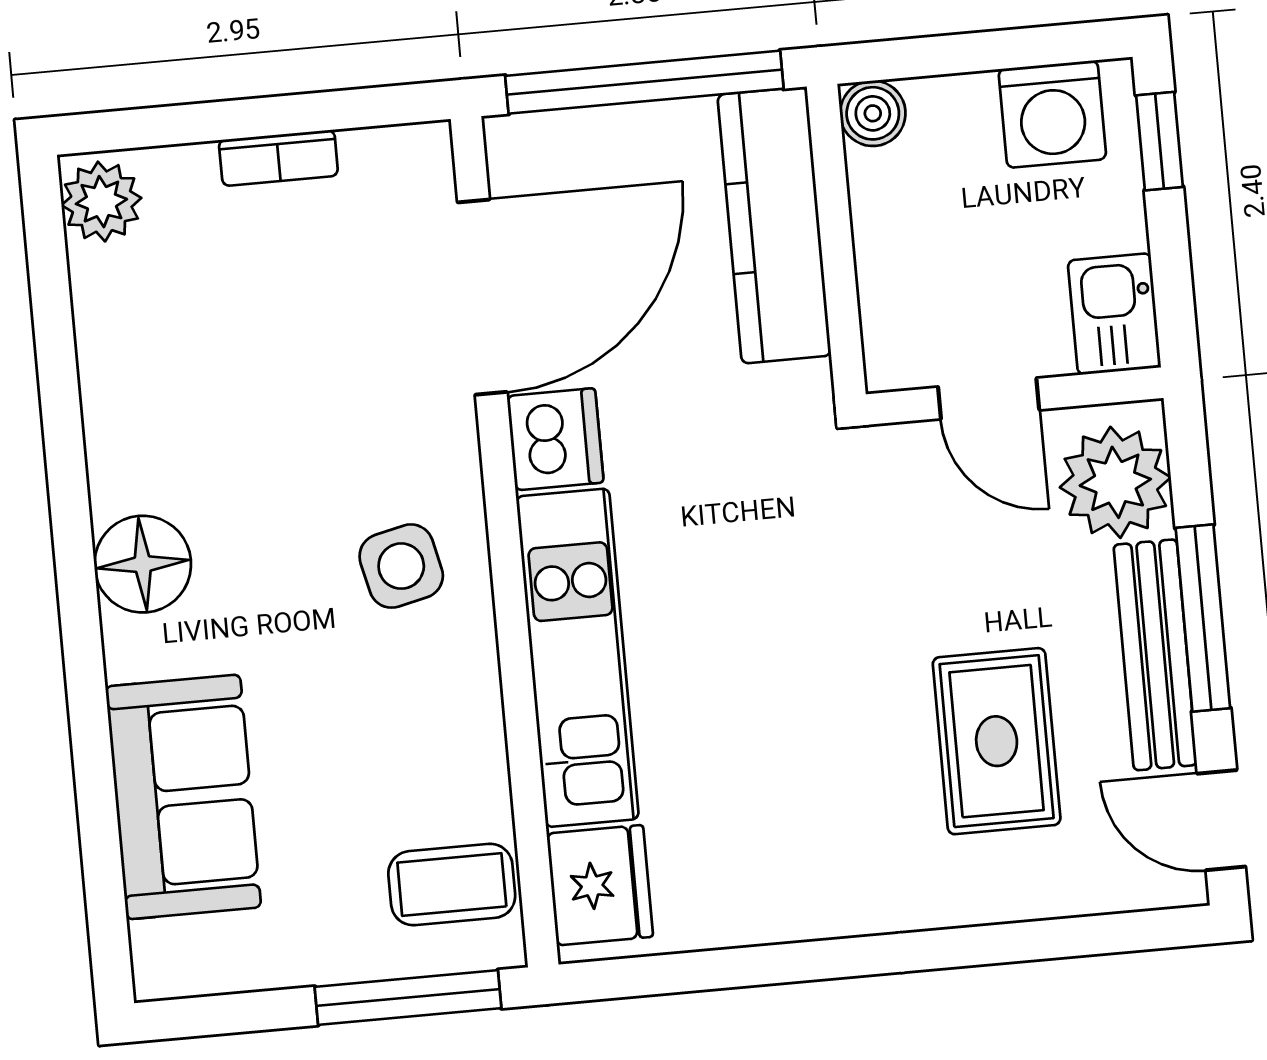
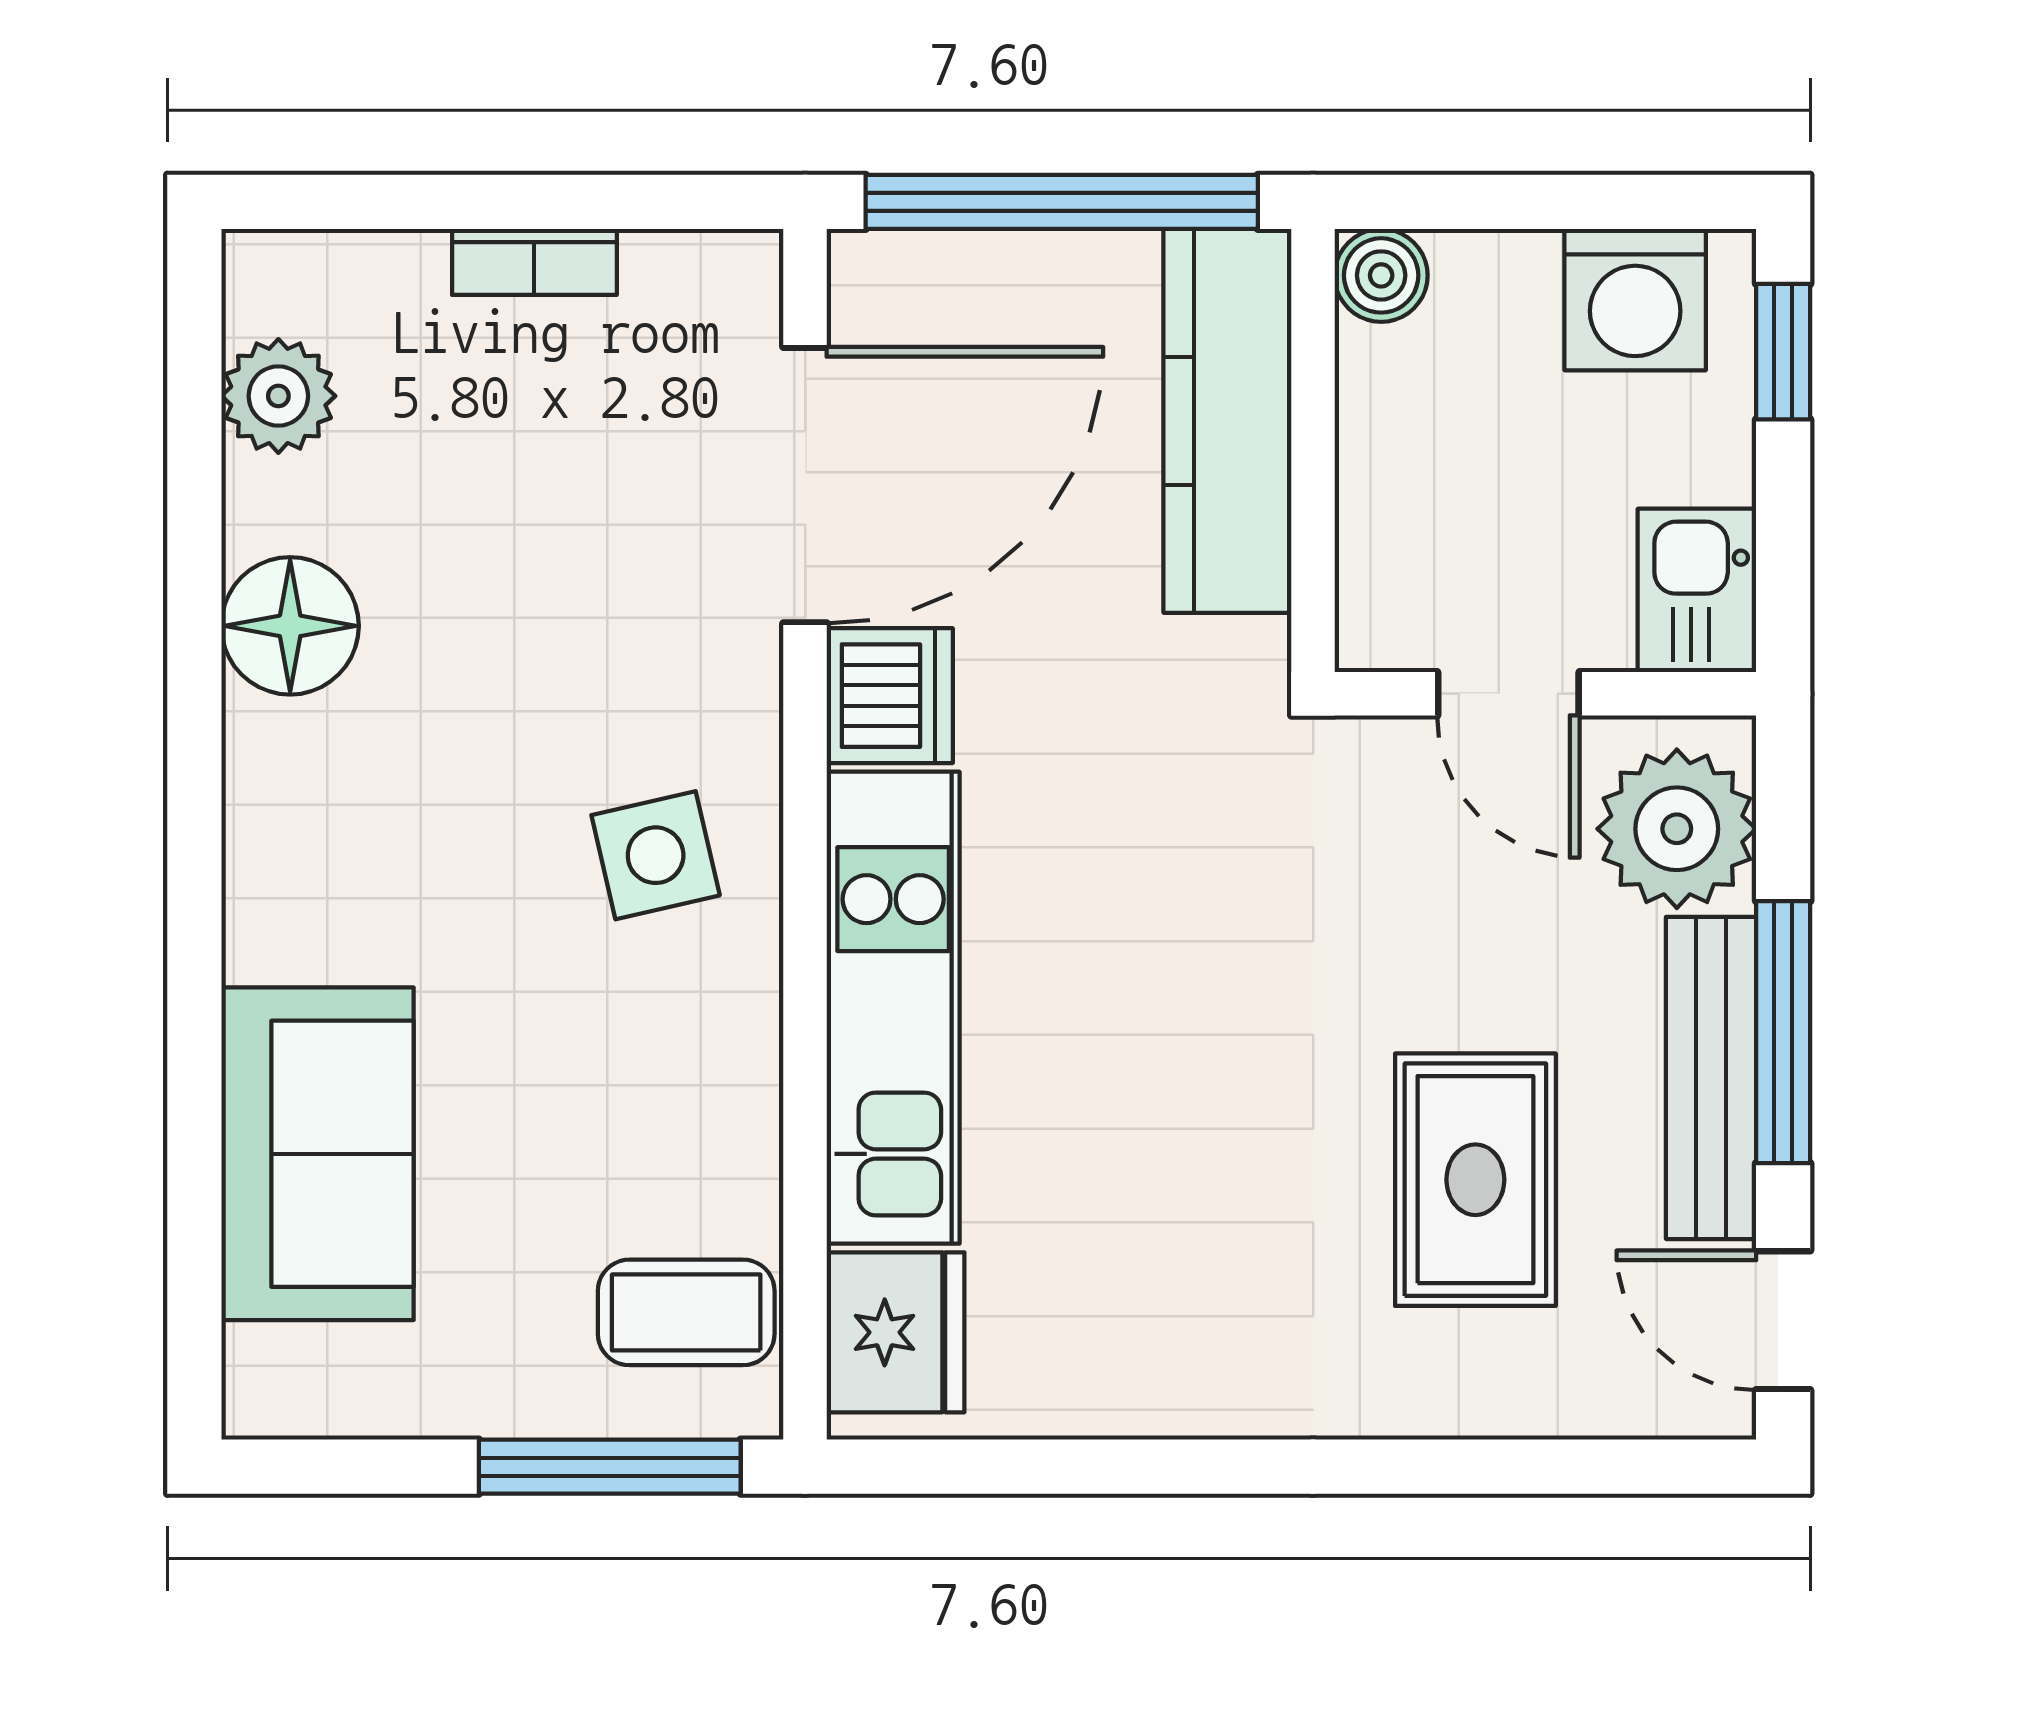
plant: (101, 202) -> (278, 396), moved
floor lamp: (143, 564) -> (290, 626), moved

